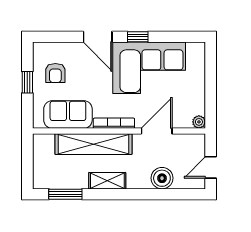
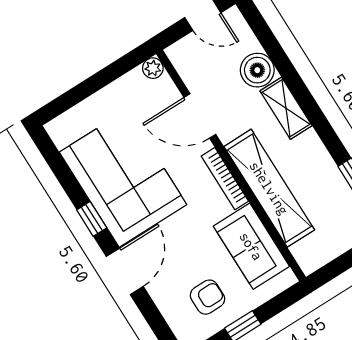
shelving: (107, 181) -> (286, 108), moved

